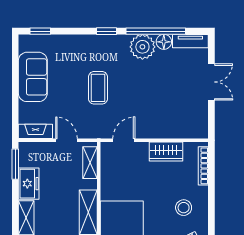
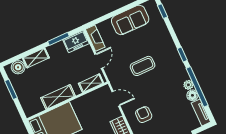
plant: (142, 47) -> (188, 85), width x0.53, depth x0.53
armchair: (160, 114) -> (144, 115), added
window: (15, 164) -> (59, 39), moved
freezer: (29, 184) -> (76, 42), moved

